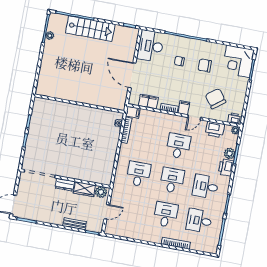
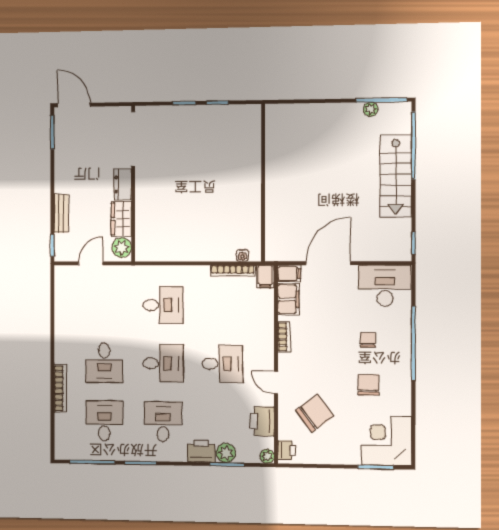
filing cabinet: (184, 108) -> (289, 273), moved
door: (107, 212) -> (91, 263), swing flipped
desk: (166, 214) -> (104, 363), turned 90

